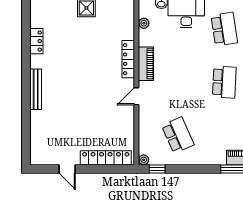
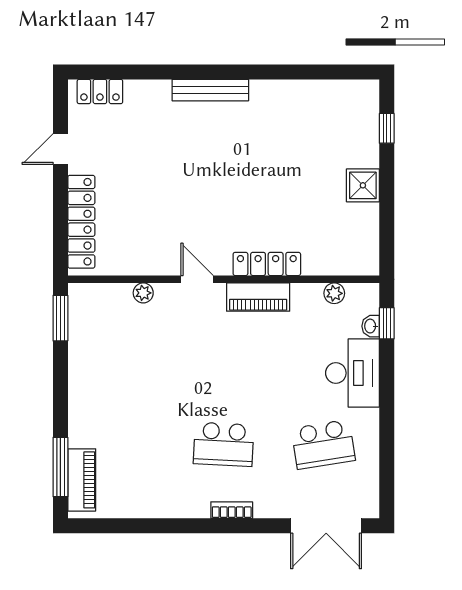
locker: (36, 41) -> (100, 91), moved
school desk: (178, 135) -> (124, 357), removed
plant: (144, 160) -> (143, 293), moved
window: (157, 169) -> (60, 318), width x1.50

